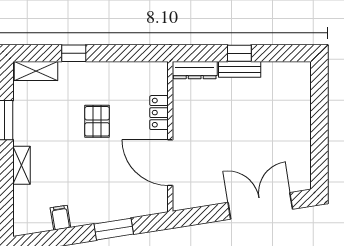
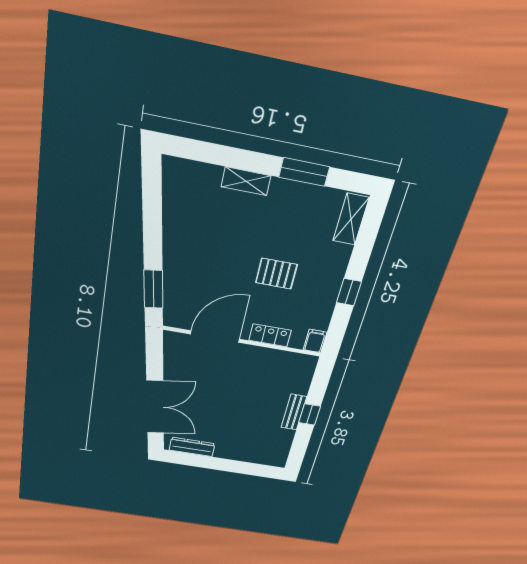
window: (74, 53) -> (349, 292), moved
dresser: (195, 70) -> (192, 447), moved, turned 90
filing cabinet: (60, 218) -> (315, 341), moved, turned -81
window: (114, 229) -> (153, 289), moved

